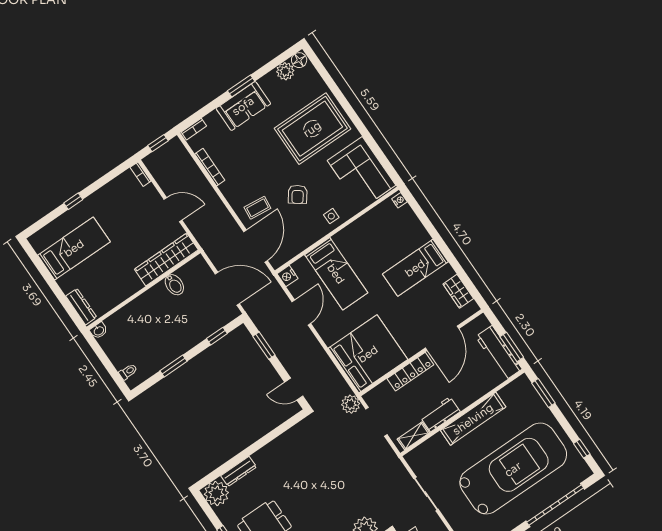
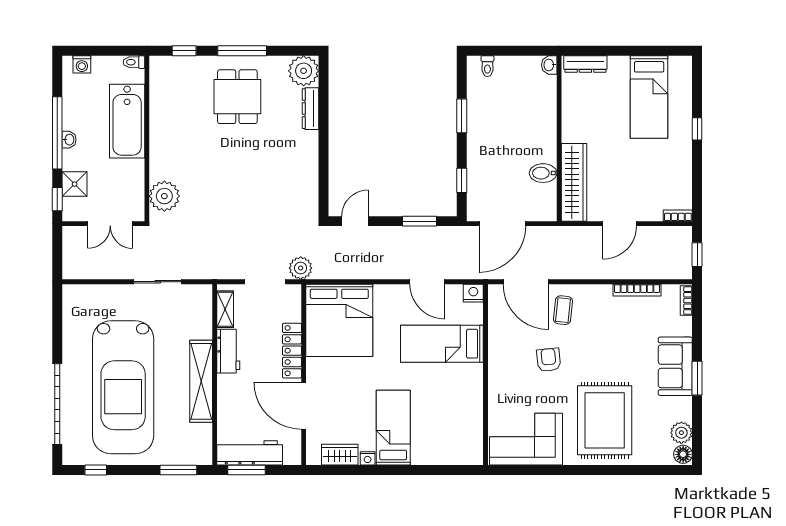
armchair: (298, 194) -> (549, 360), turned 48
nightstand: (399, 200) -> (368, 458), moved
side table: (331, 216) -> (503, 379), removed

